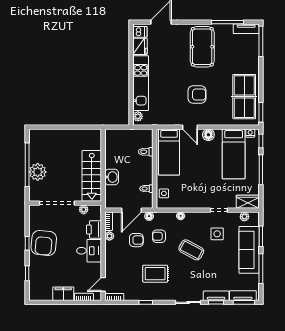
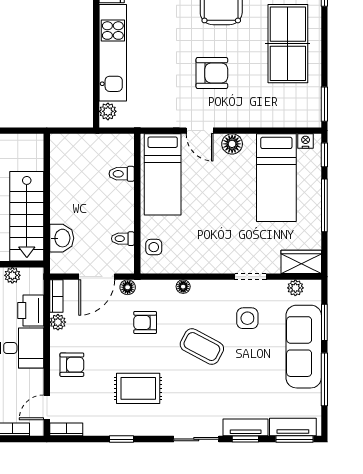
table tennis table: (244, 97) -> (288, 44), moved
washbasin: (112, 177) -> (62, 238), moved
armchair: (136, 240) -> (72, 365), moved

